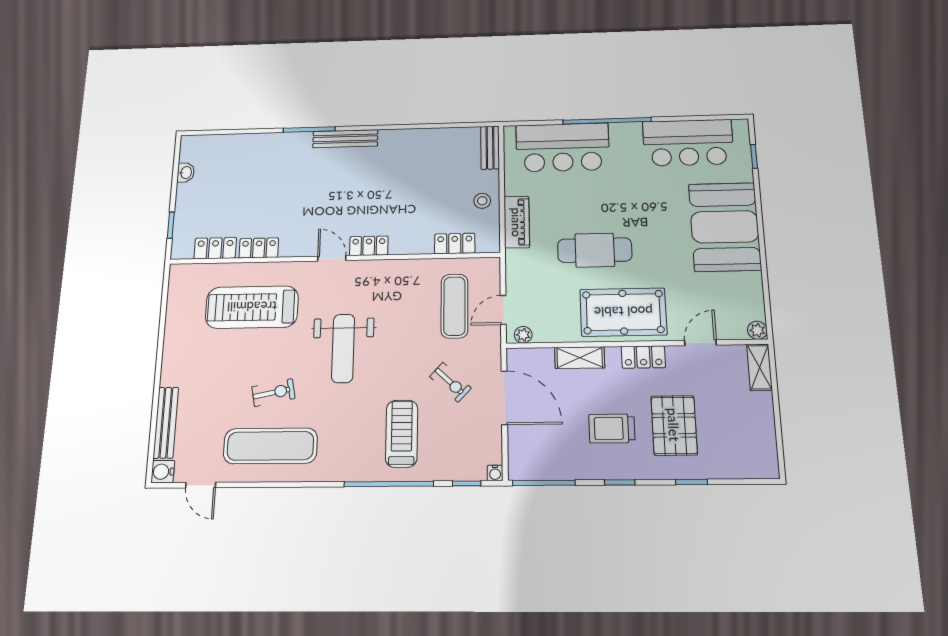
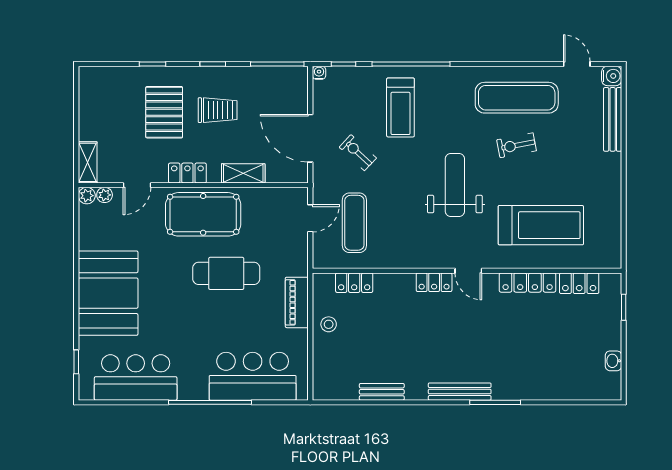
bench: (490, 148) -> (382, 392), moved, turned 90
locker: (259, 248) -> (528, 283), width x1.53
plant: (523, 335) -> (105, 195), moved

